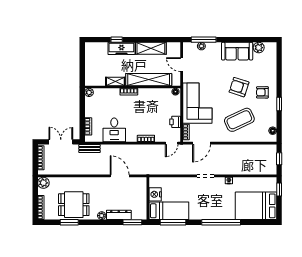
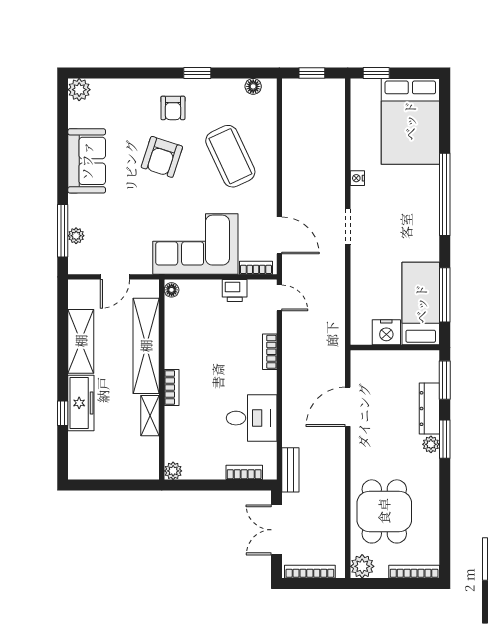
plant: (259, 48) -> (79, 90), moved
dining table: (74, 205) -> (384, 511), moved
window: (69, 222) -> (445, 439), moved

